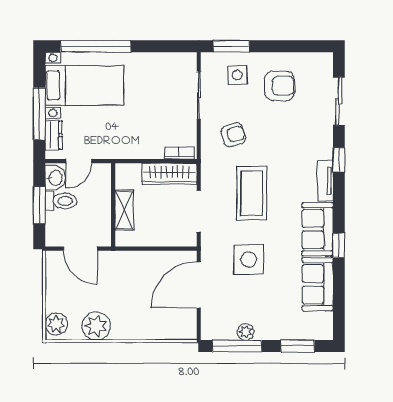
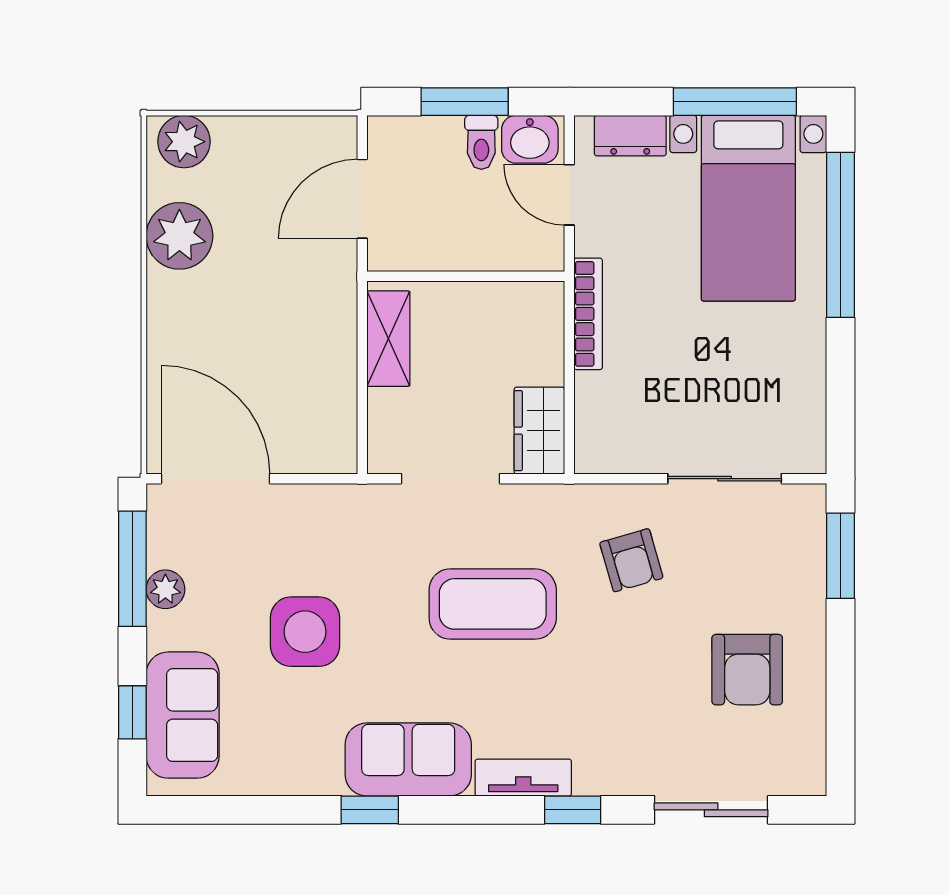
side table: (237, 75) -> (773, 570), removed
window: (39, 114) -> (735, 102), moved
bookcase: (179, 153) -> (588, 314), moved, width x1.56
wardrobe: (169, 174) -> (539, 431), width x0.67
toilet: (61, 201) -> (481, 142), width x0.73, depth x0.72
shelving: (124, 210) -> (388, 339), moved, turned 90
side table: (249, 259) -> (305, 632), moved
sofa: (318, 284) -> (183, 715), moved, turned 90
door: (199, 285) -> (215, 479), moved
window: (298, 346) -> (132, 712), width x0.67

